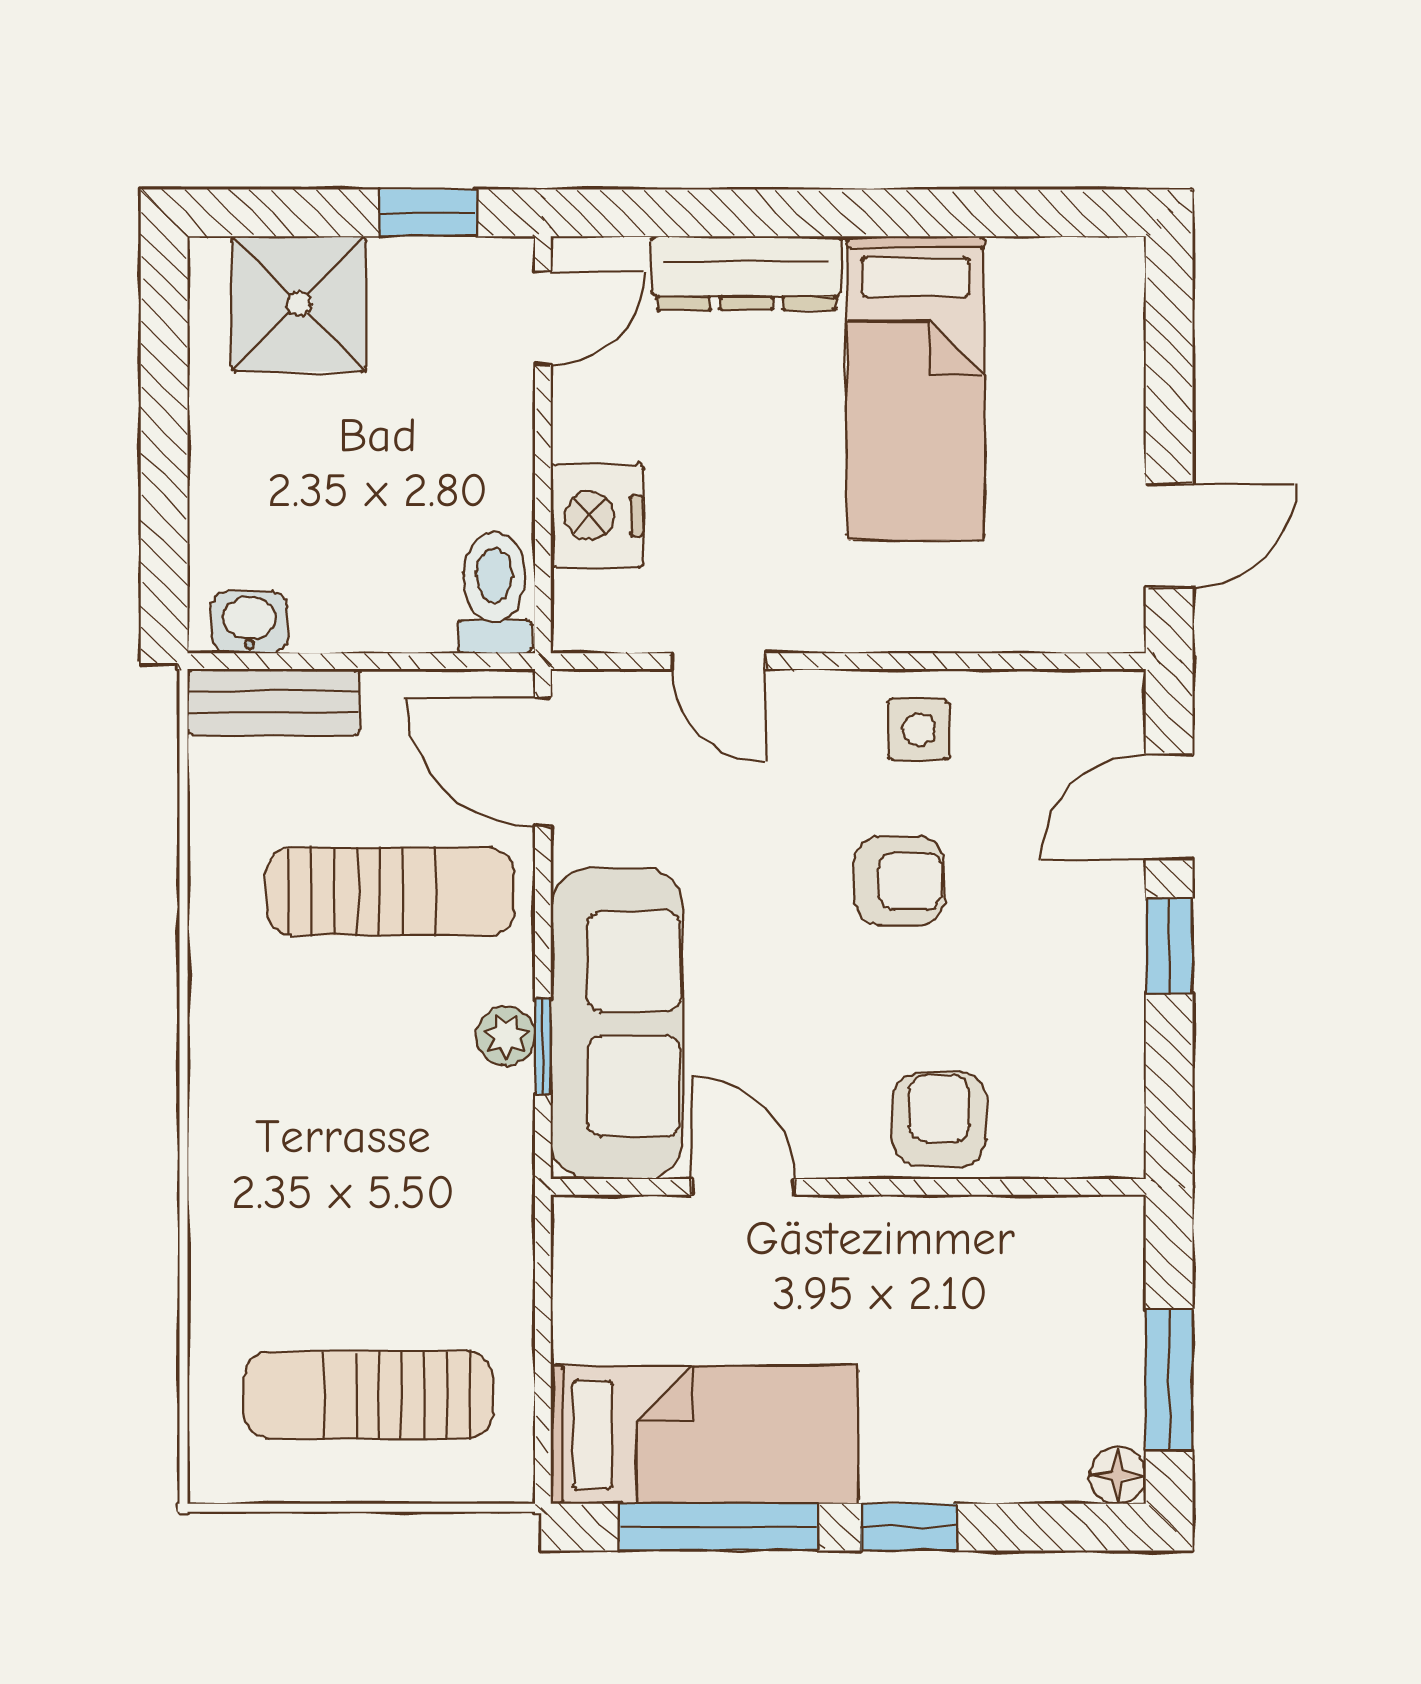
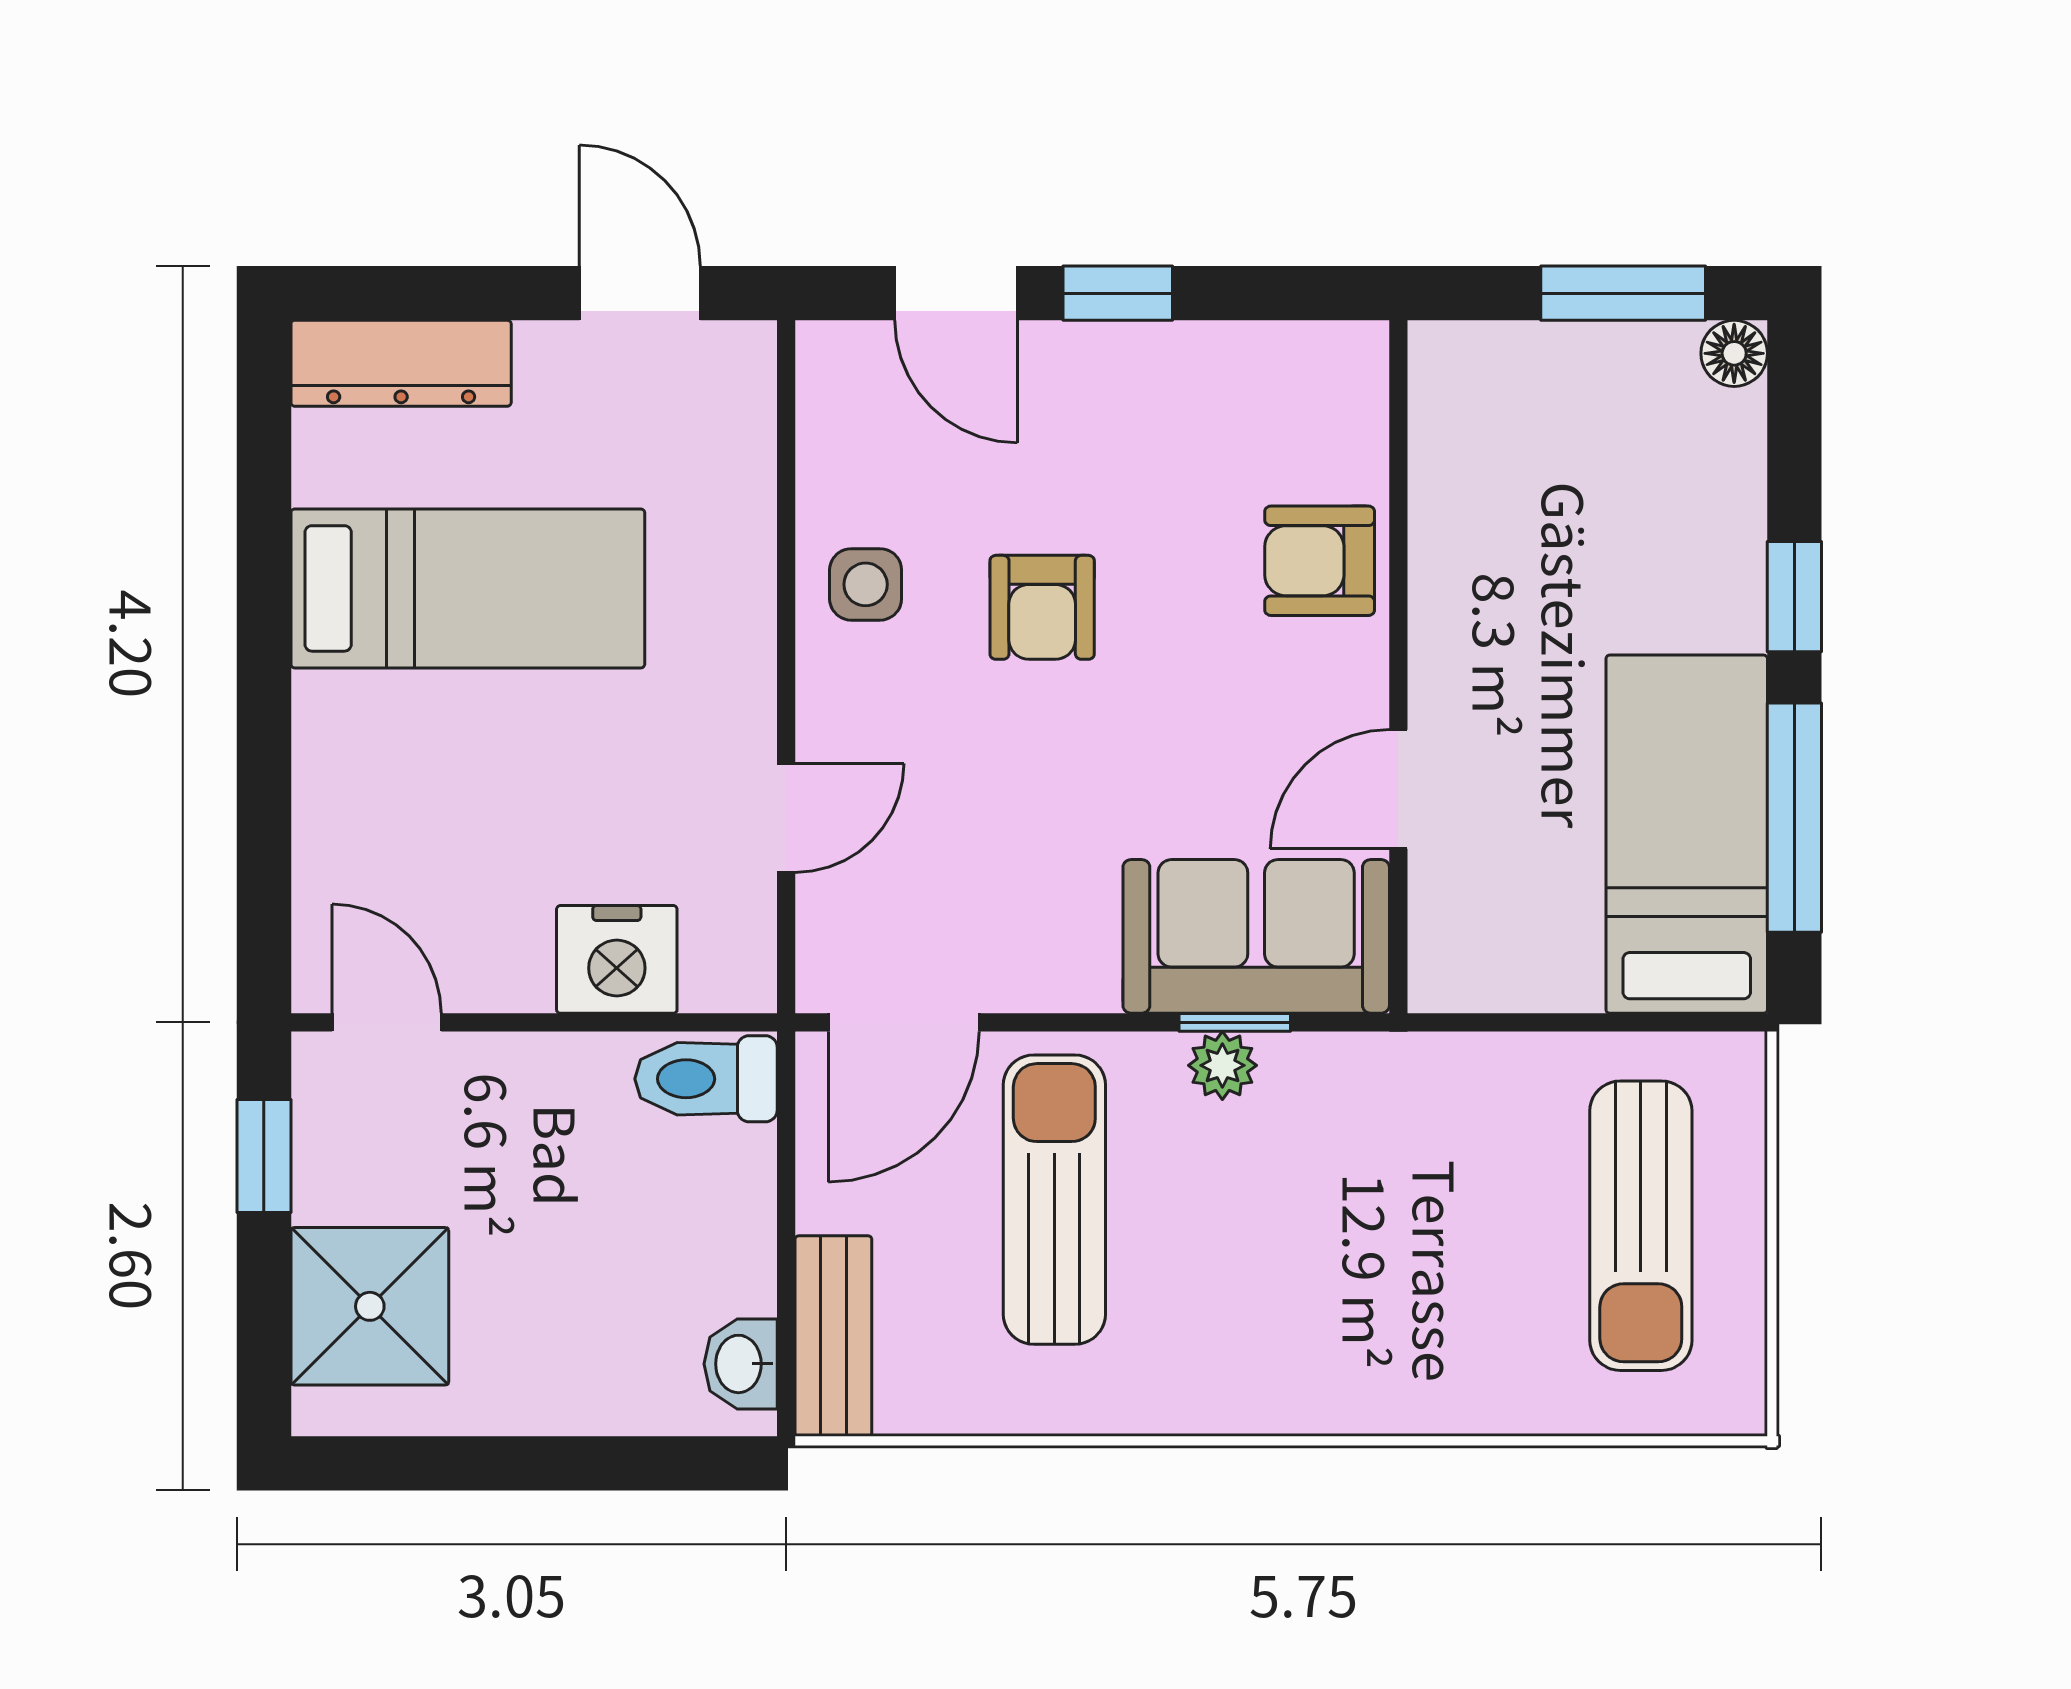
dresser: (746, 273) -> (401, 363), moved, turned 90
armchair: (899, 881) -> (1042, 607), turned 180
sofa: (617, 1024) -> (1256, 936), width x0.73

